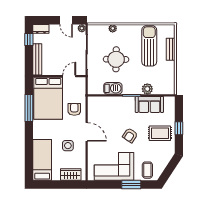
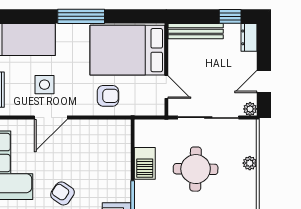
window: (29, 108) -> (81, 16), moved
door: (87, 132) -> (51, 118), moved

